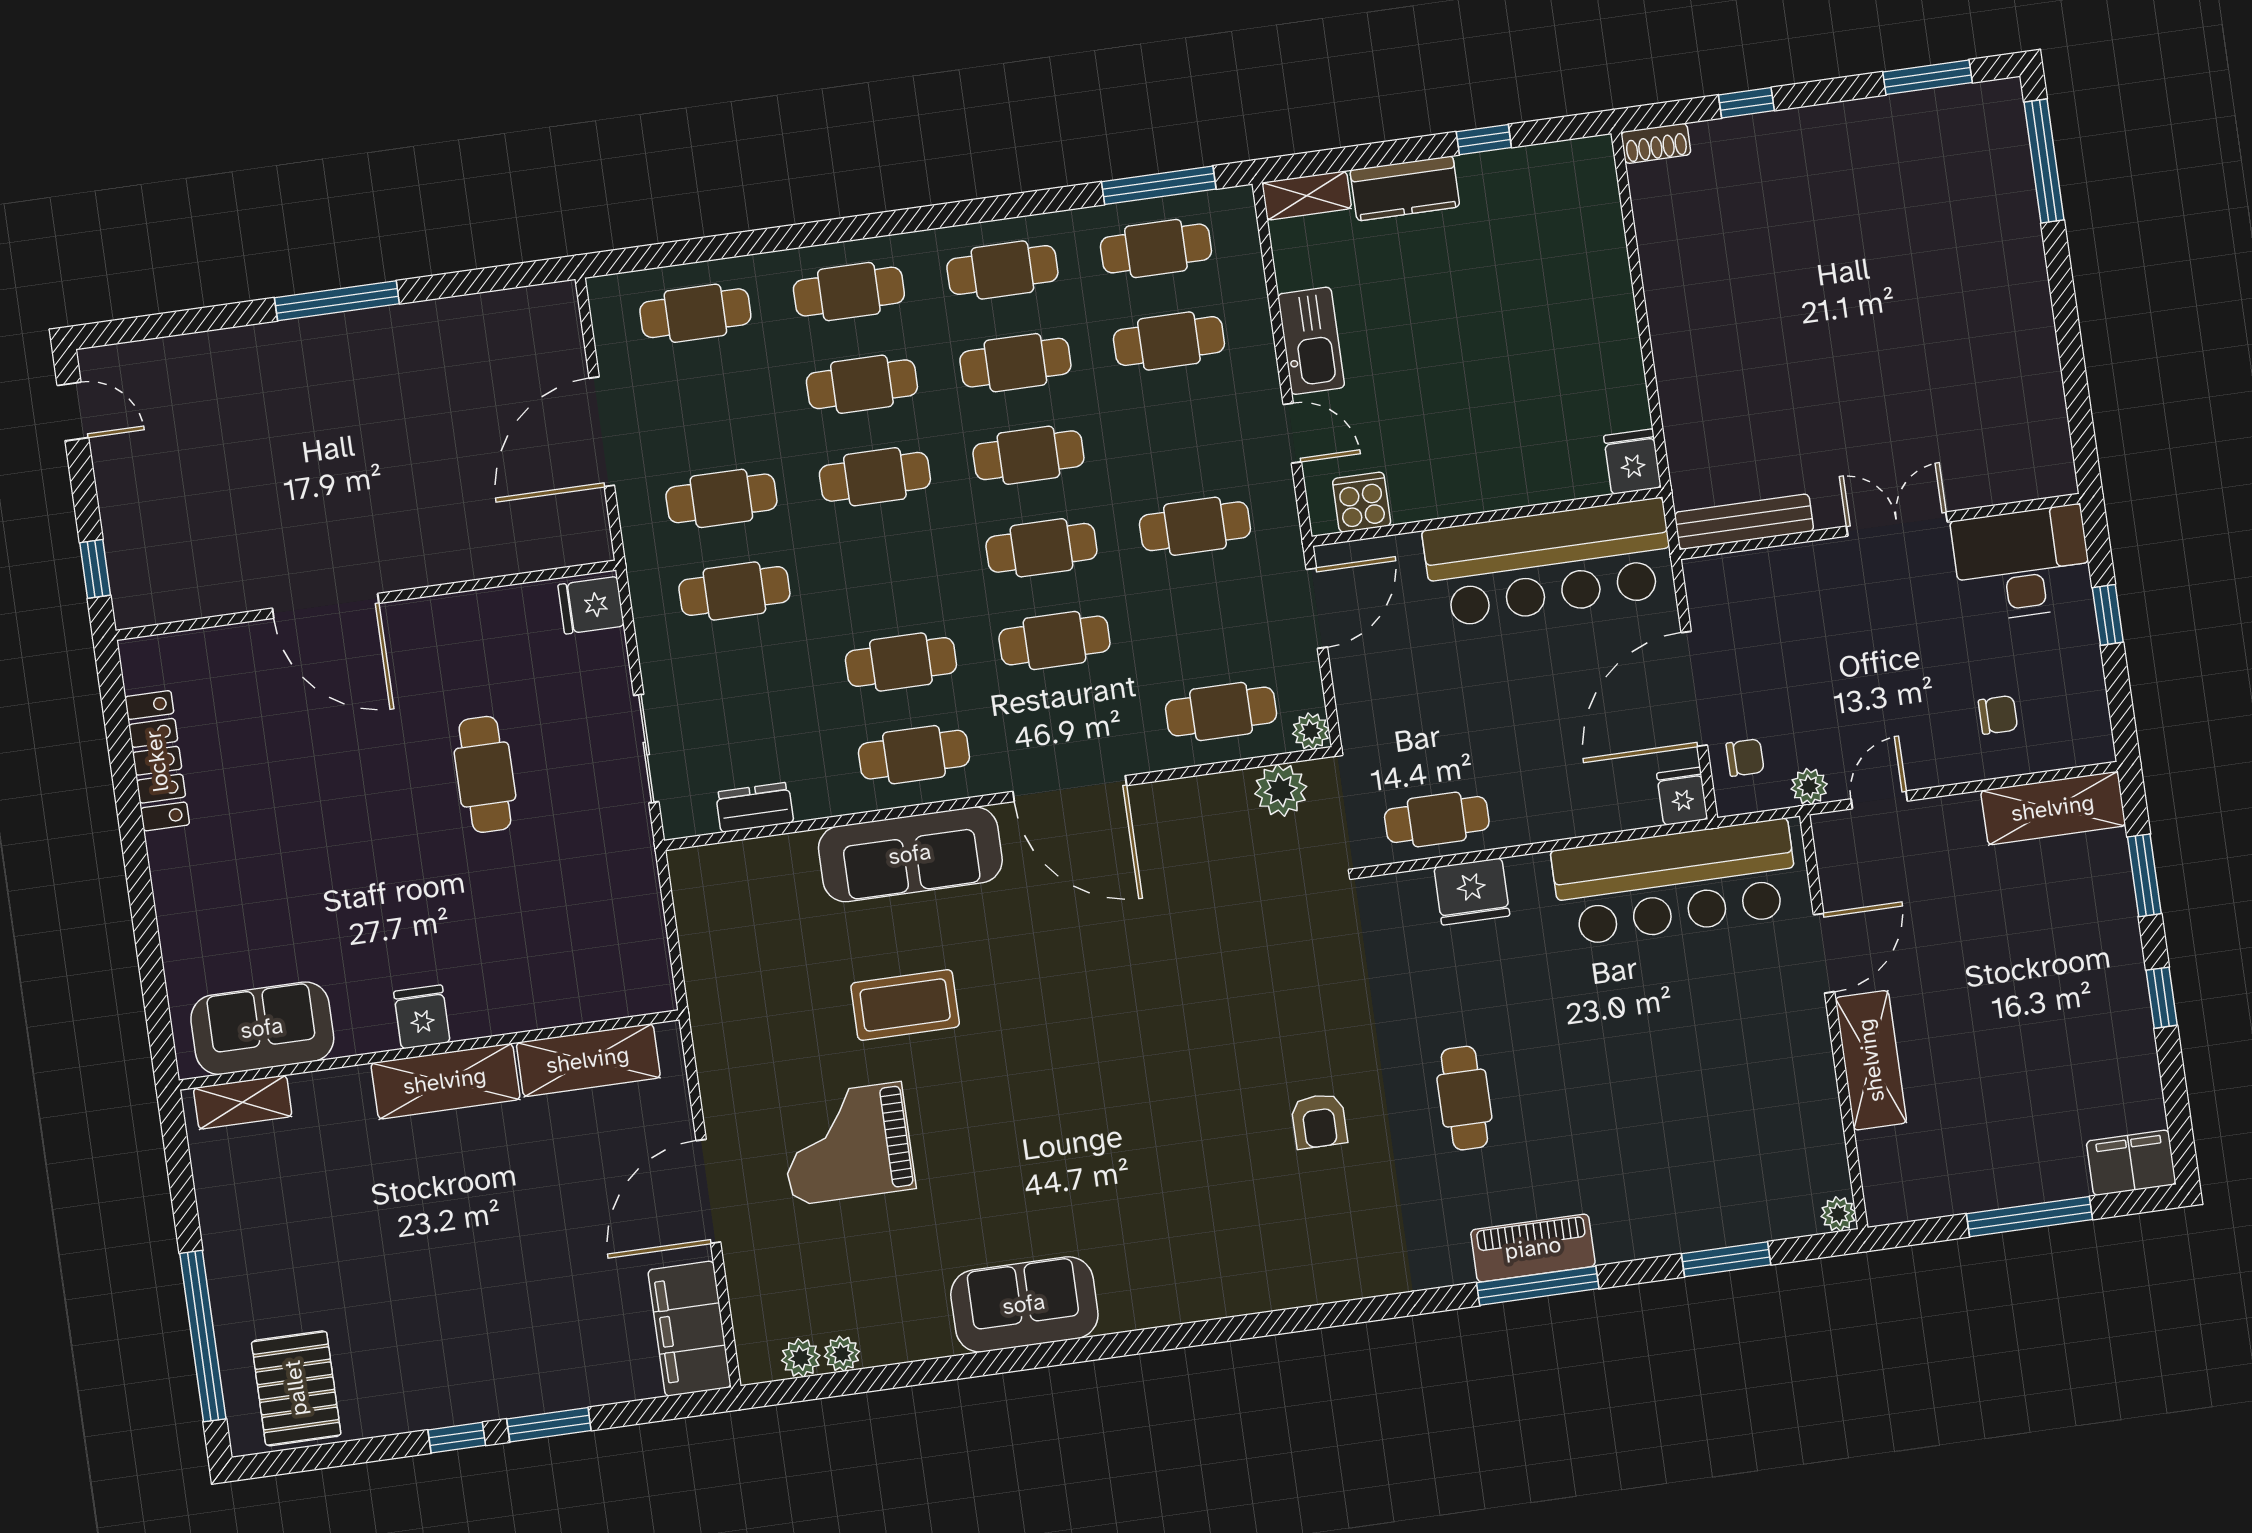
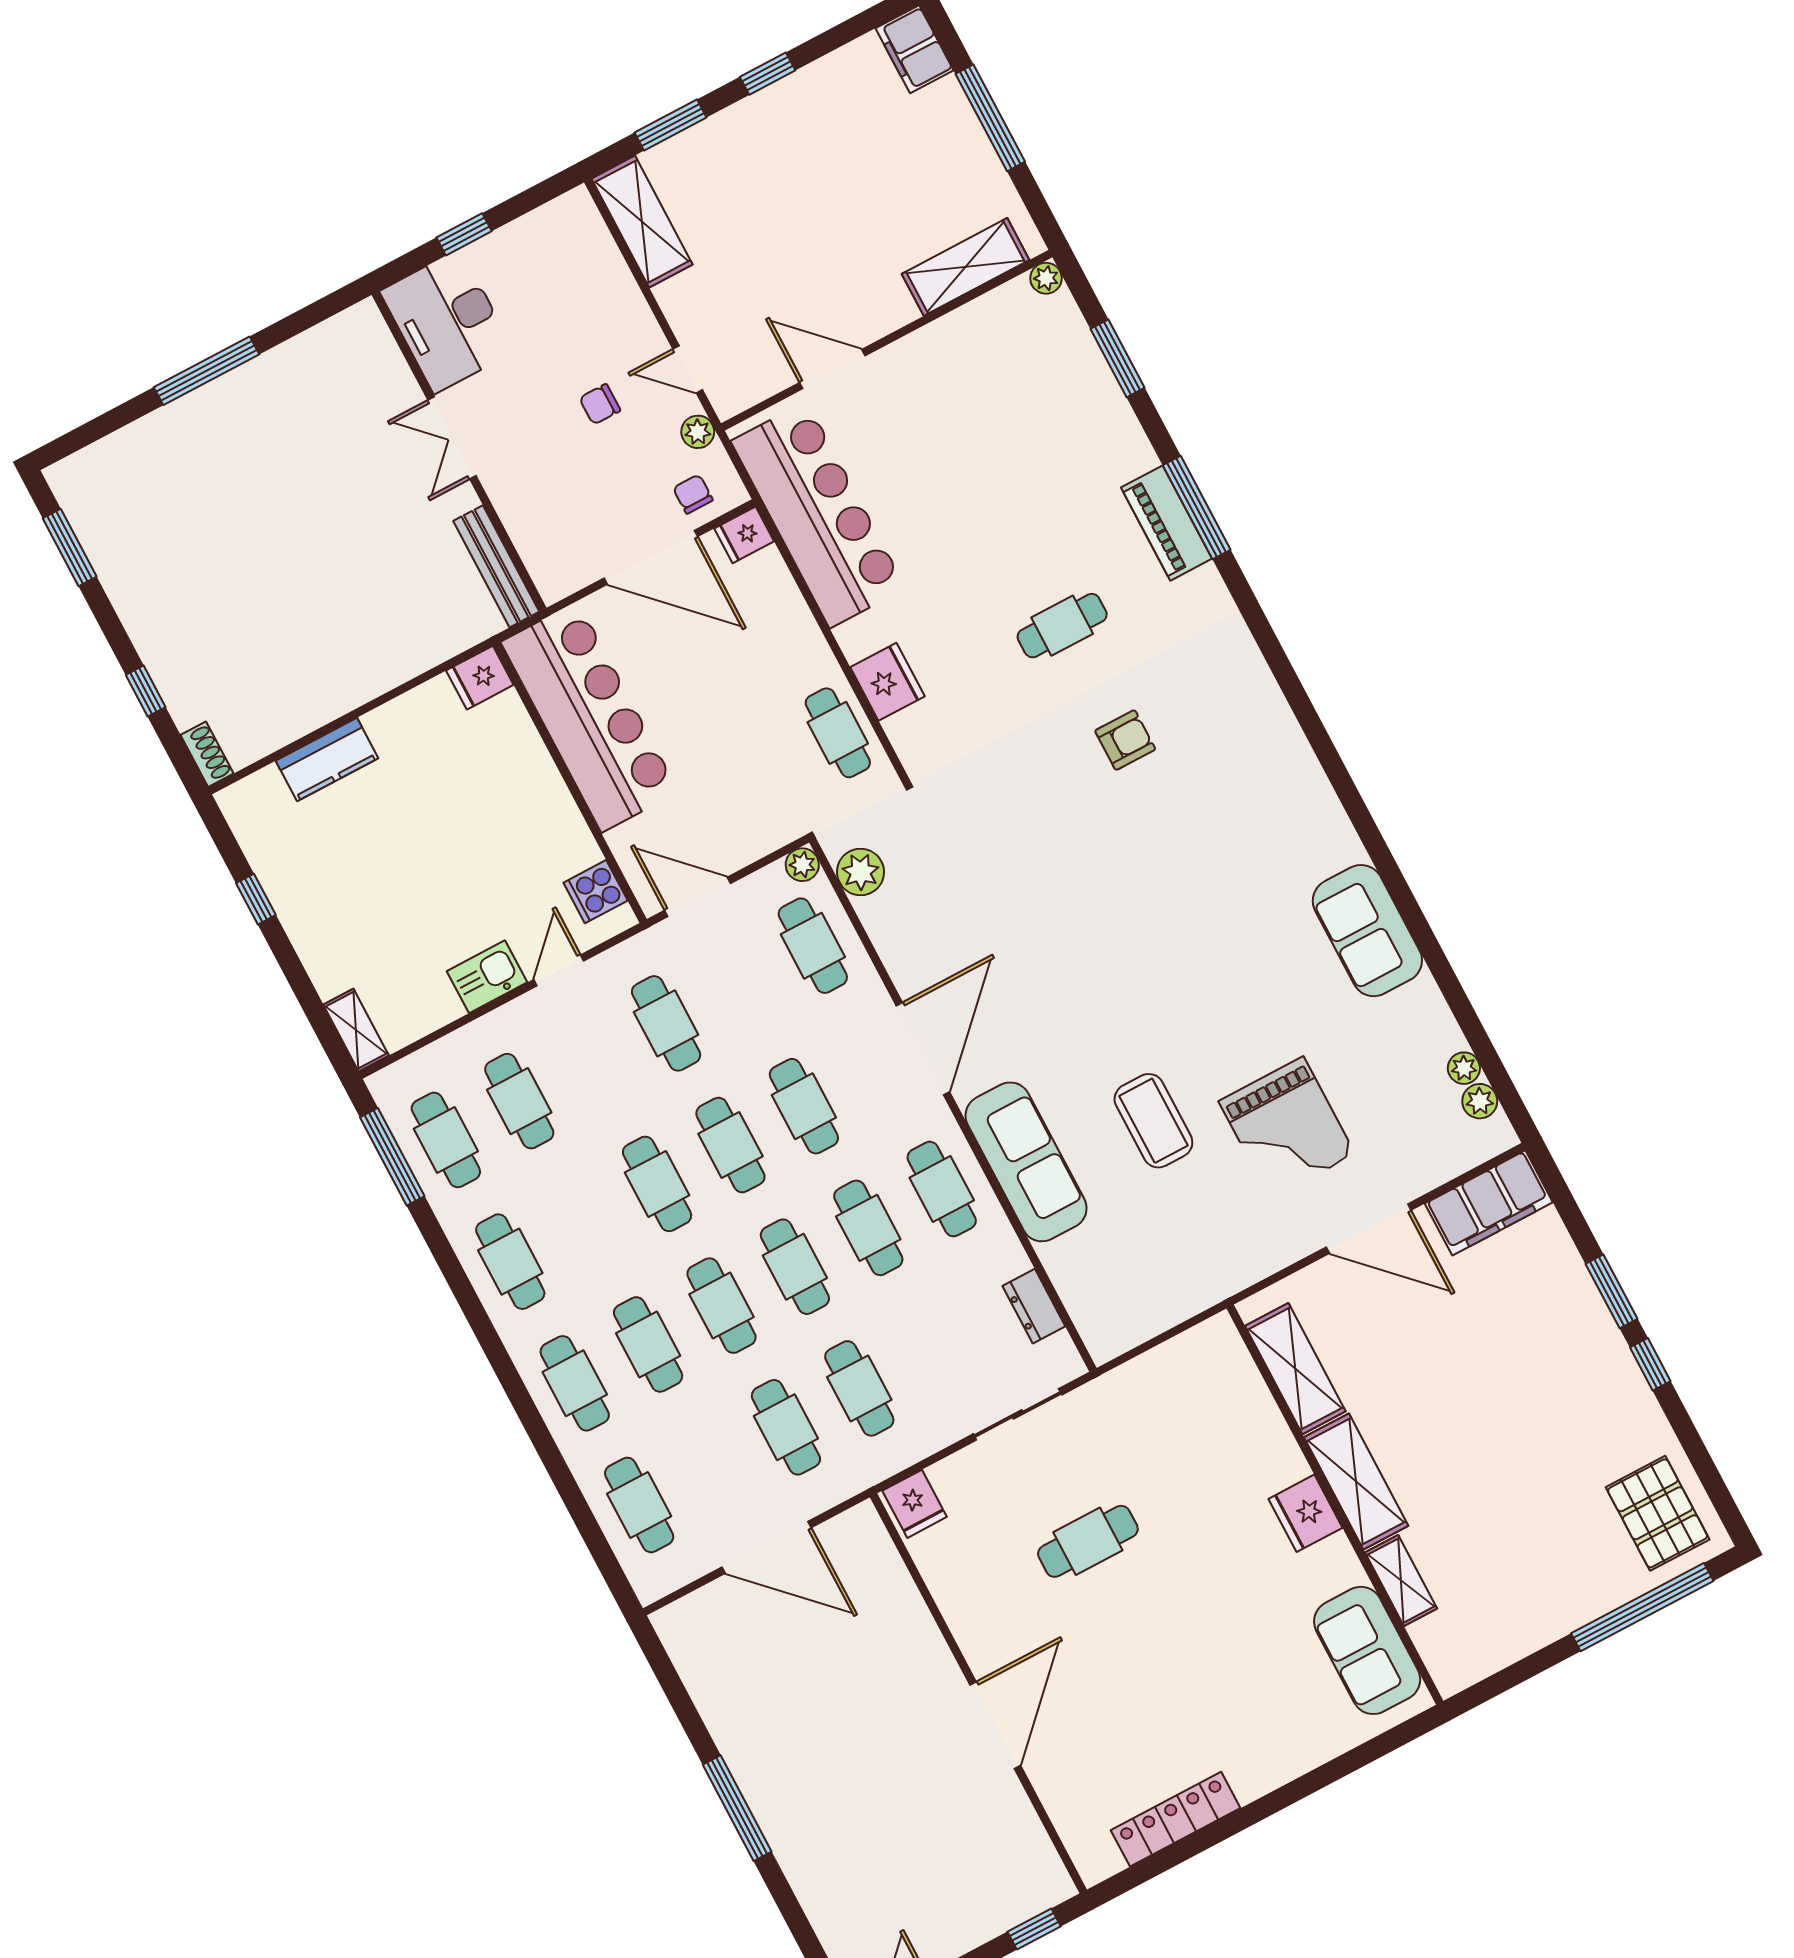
window: (2044, 161) -> (206, 371), moved
kitchen counter: (1405, 188) -> (327, 759), moved, turned 90
kitchen sink: (1311, 341) -> (487, 977), width x0.73
cafe table: (1015, 363) -> (795, 1267), moved
chair: (1998, 715) -> (600, 404), moved, turned -90
fridge: (422, 1017) -> (1306, 1513), width x1.38
shelving: (1871, 1060) -> (965, 267), moved
shelving: (243, 1102) -> (1401, 1581), moved
pallet: (296, 1388) -> (1658, 1513), turned 90

